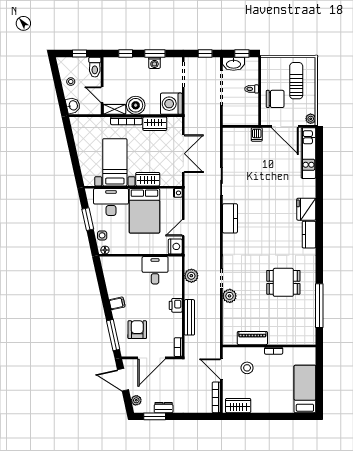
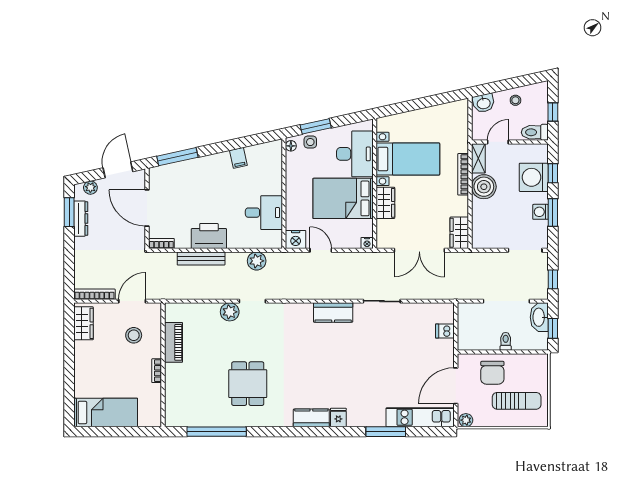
washing machine: (171, 104) -> (534, 177), moved, turned -90
wardrobe: (155, 124) -> (459, 233), moved
dishwasher: (257, 134) -> (445, 331), moved
window: (319, 179) -> (386, 432), added
fridge: (306, 209) -> (338, 417), width x0.53, depth x0.75
window: (88, 219) -> (316, 126), moved
filing cabinet: (117, 303) -> (238, 158), moved
printer: (176, 305) -> (209, 236), width x1.87, depth x1.48
armchair: (137, 330) -> (185, 189), removed
dresser: (164, 408) -> (81, 219), width x1.44

